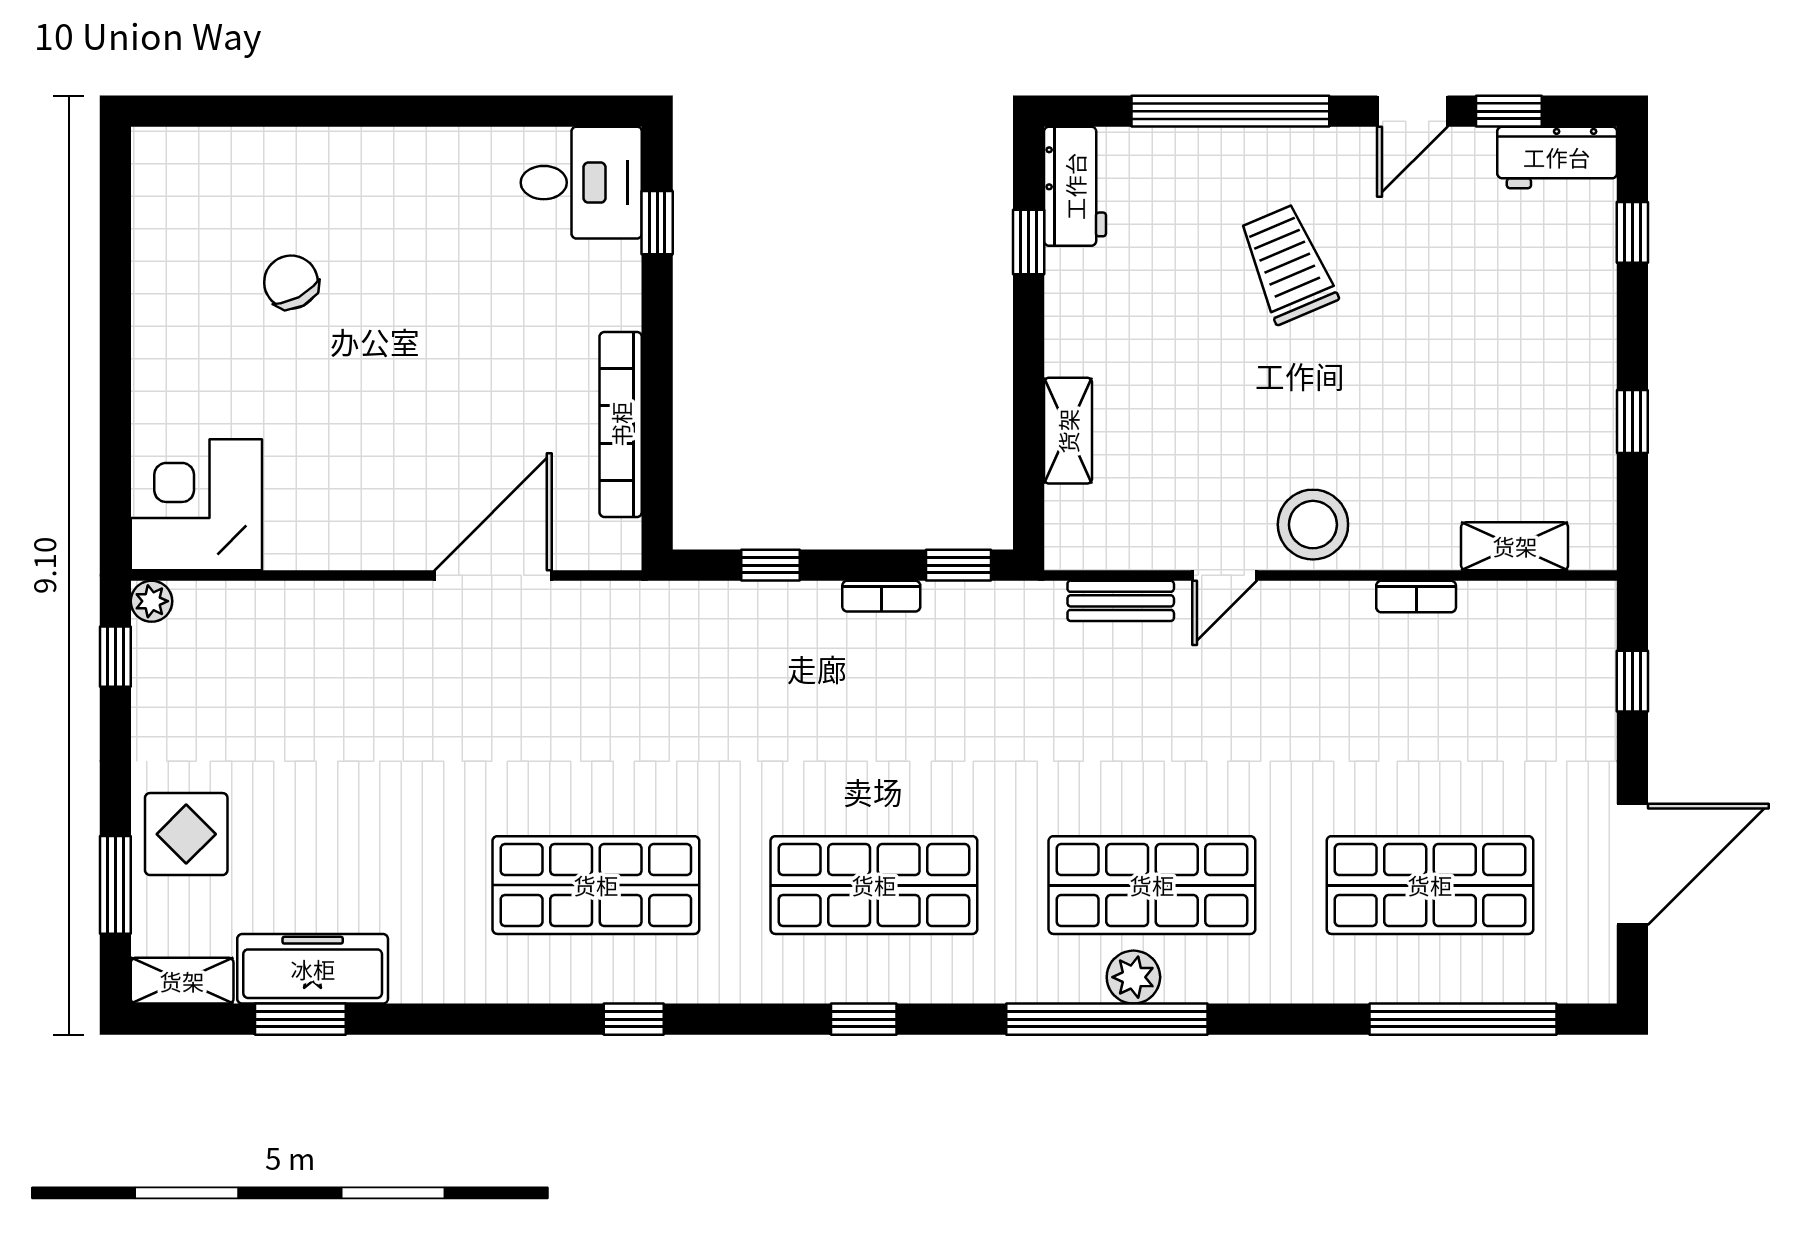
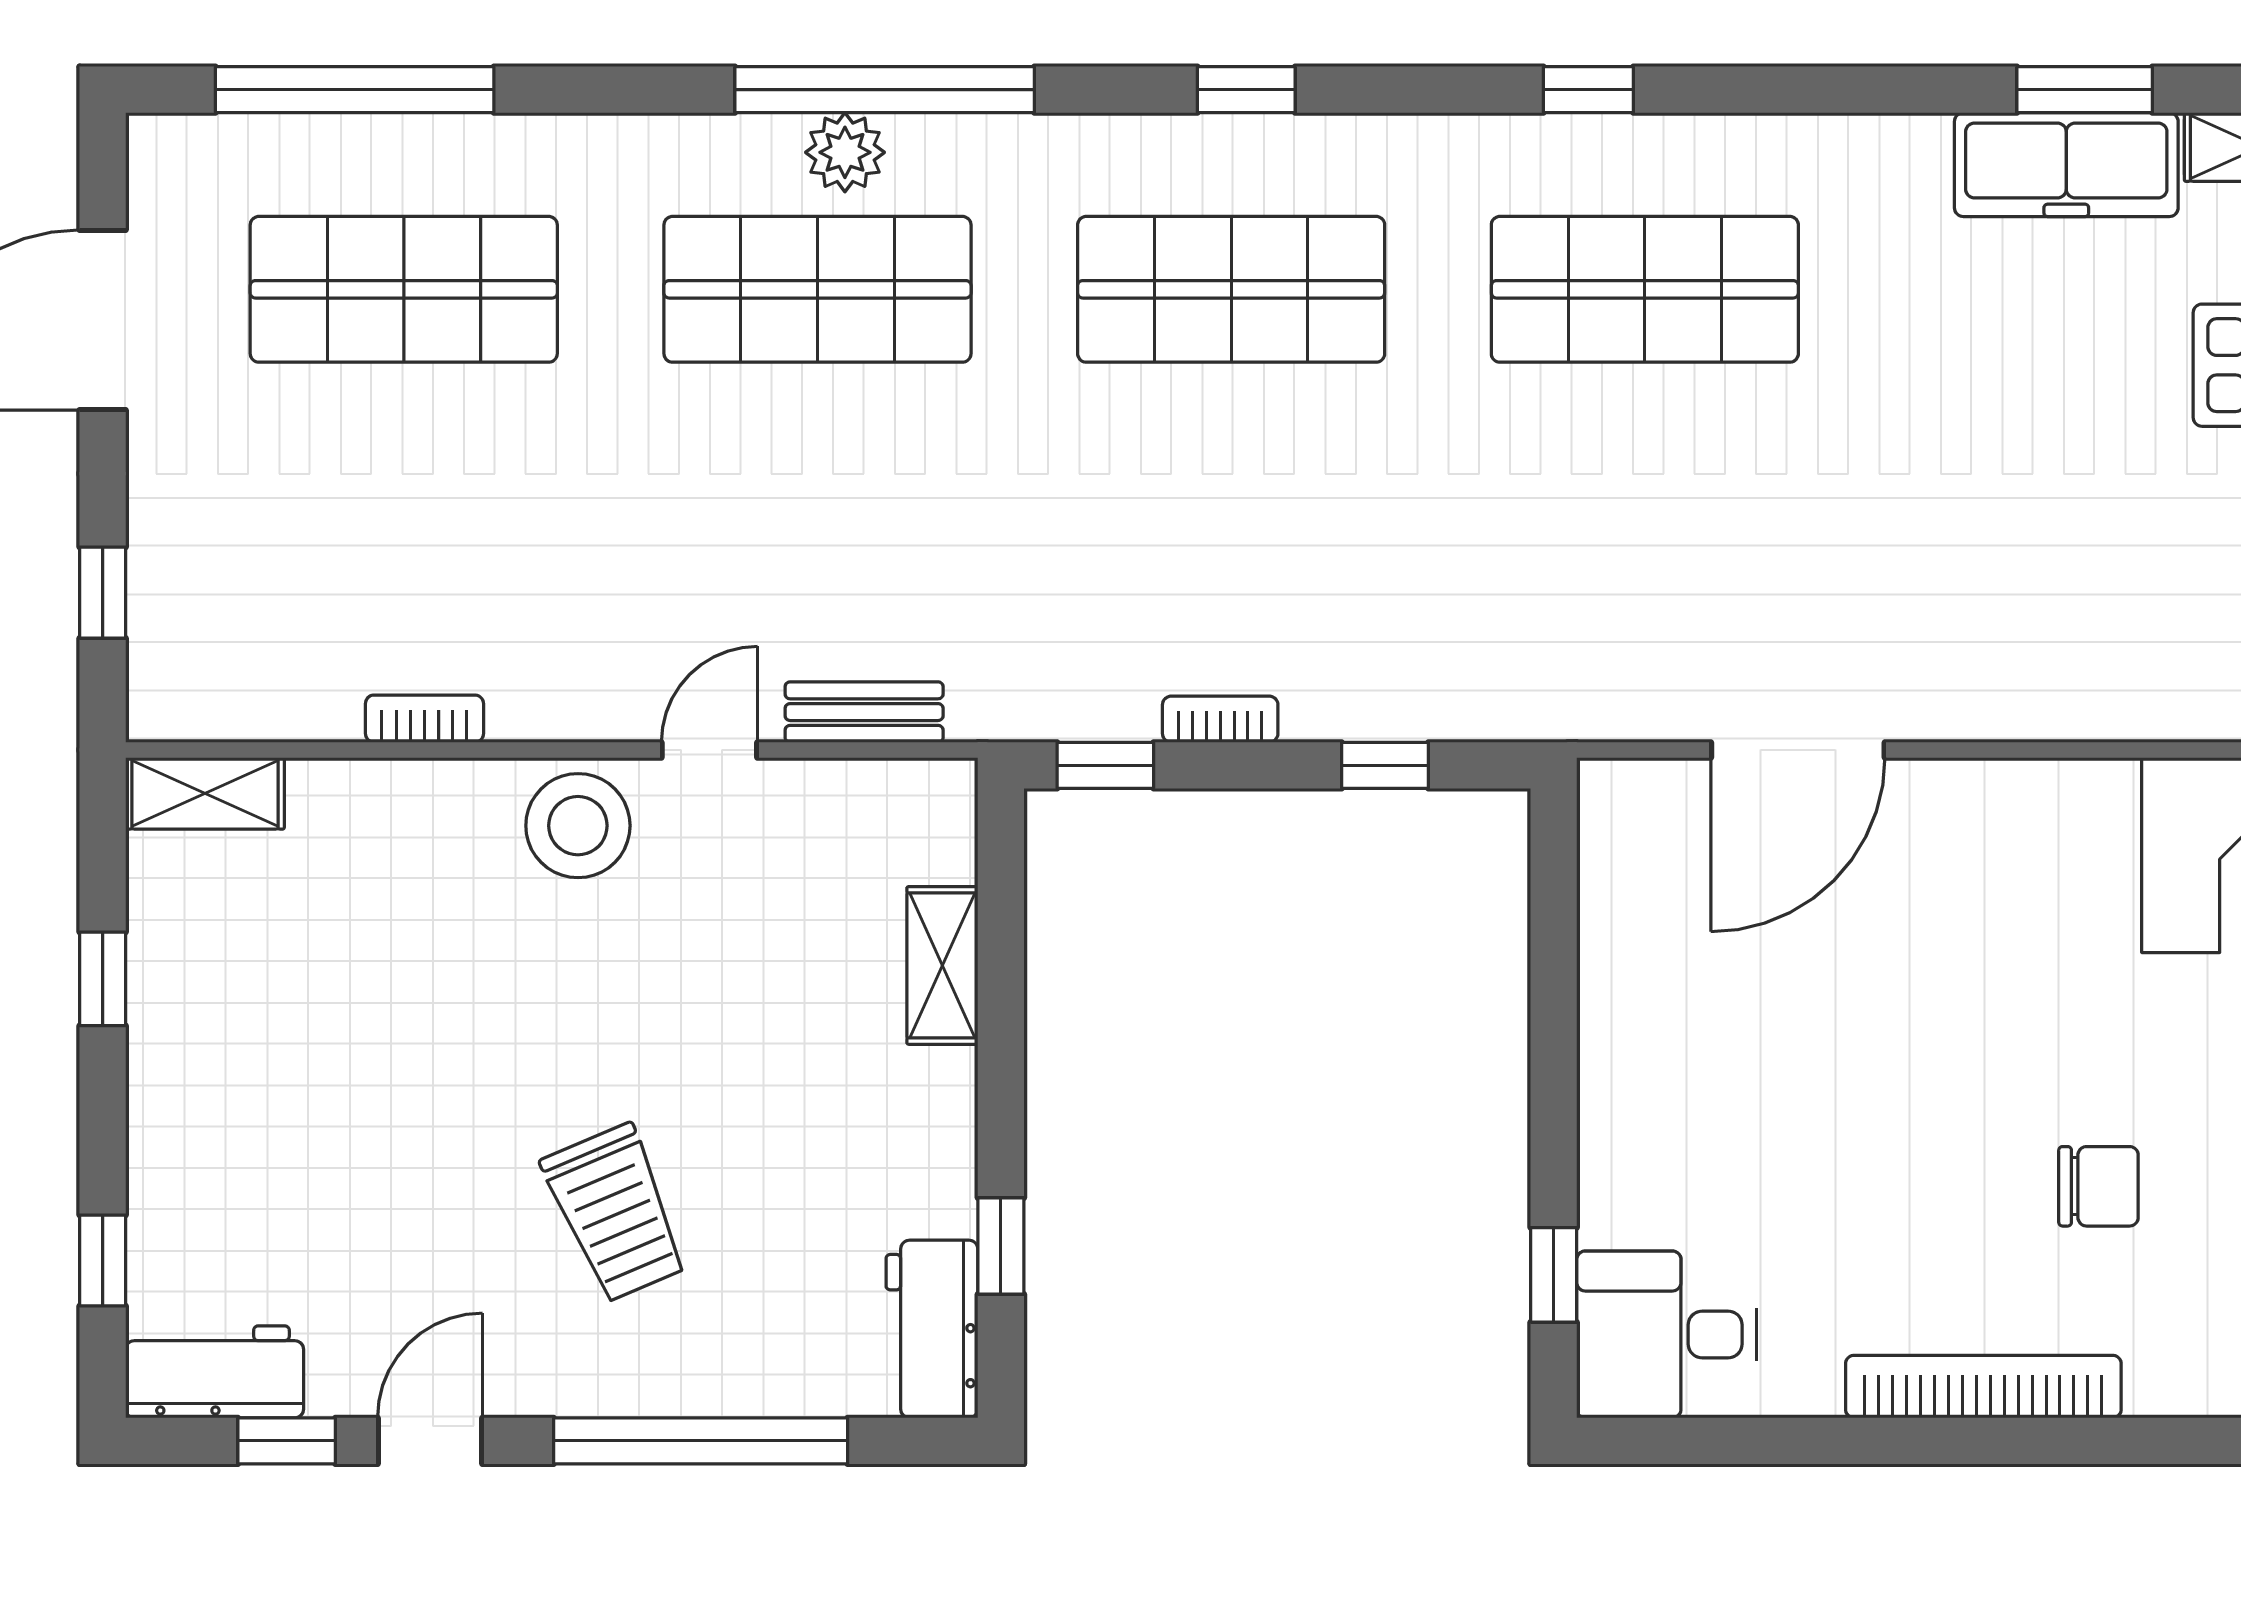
chair: (291, 282) -> (2098, 1186), turned -62
bookcase: (621, 424) -> (1983, 1387), moved, turned -90
shelving: (1515, 546) -> (205, 793), moved

